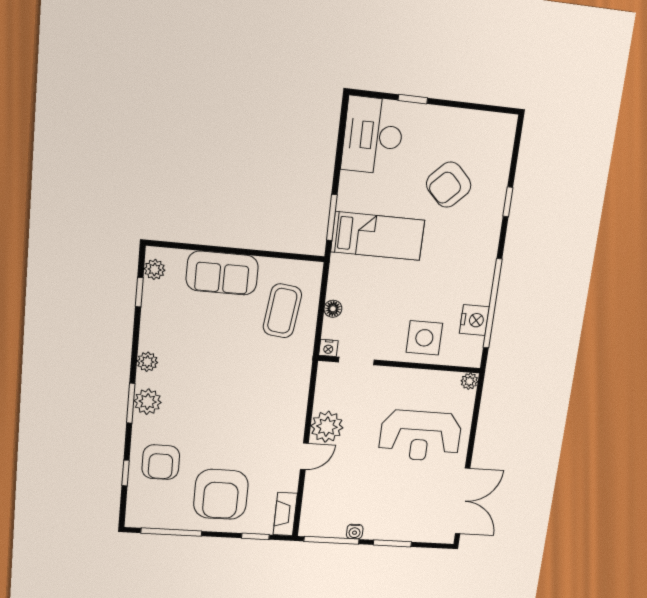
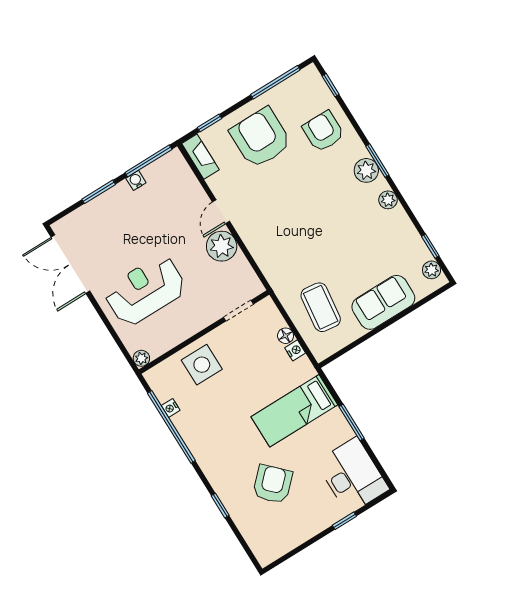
window: (332, 218) -> (352, 422), moved
nightstand: (474, 320) -> (171, 408), width x0.53, depth x0.56
nightstand: (328, 348) -> (295, 350), moved, turned 90
window: (125, 473) -> (331, 85), moved

